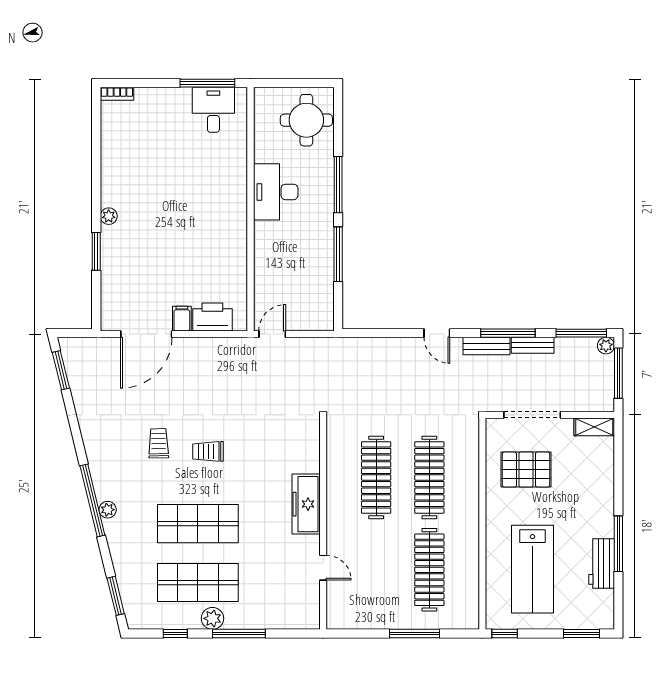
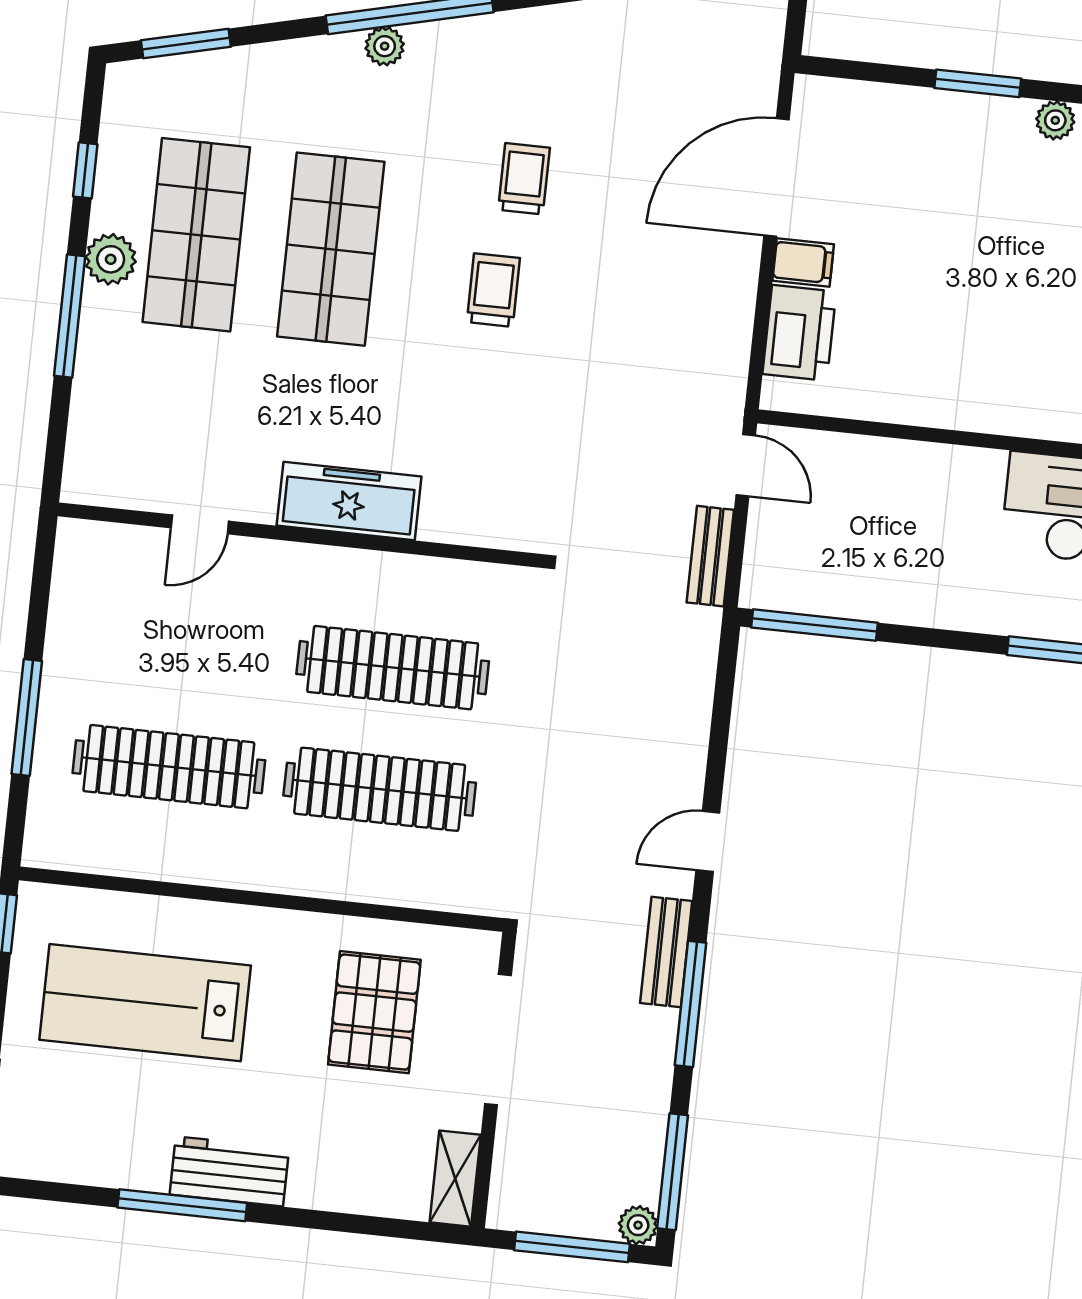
window: (338, 254) -> (814, 625), moved
door: (146, 334) -> (776, 177), hinge flipped
bench: (533, 345) -> (710, 556), moved
trolley: (159, 443) -> (524, 179), turned -89
workbench: (602, 564) -> (229, 1171), moved

